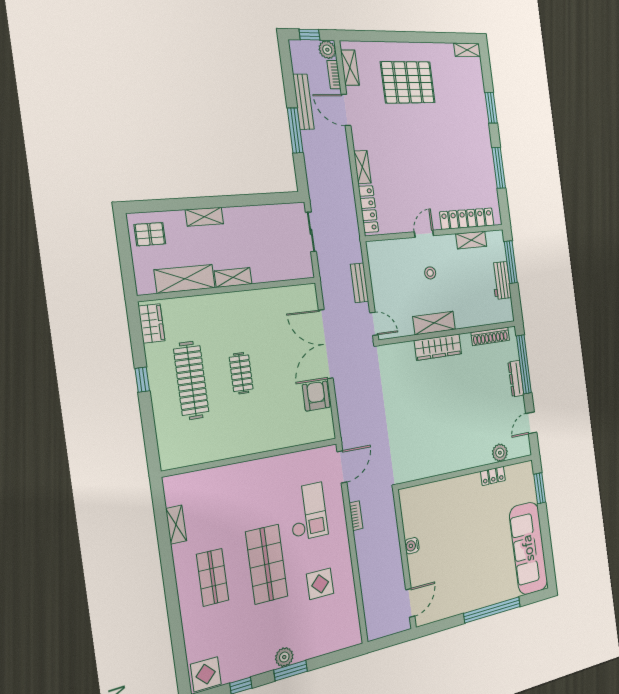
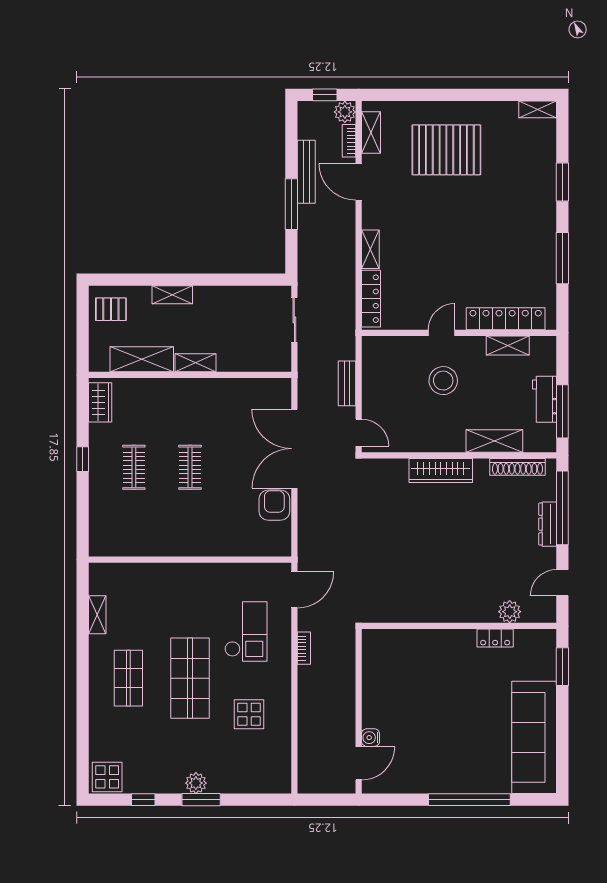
window: (511, 262) -> (562, 411), moved
stool: (430, 273) -> (443, 381), width x1.89, depth x1.89
shelving: (434, 323) -> (494, 441), moved
clothes rail: (191, 380) -> (134, 467), width x0.54, depth x0.76
water cooler: (412, 546) -> (371, 738), moved

